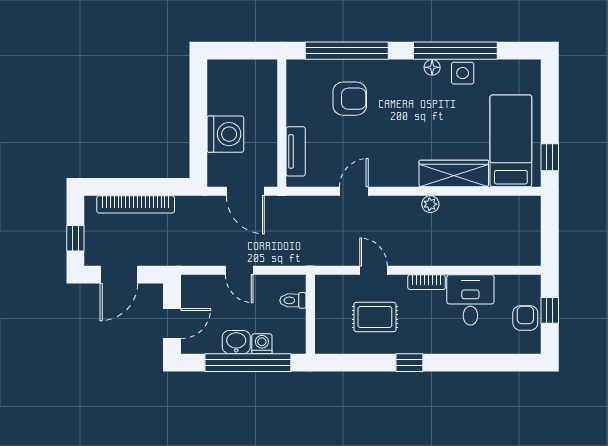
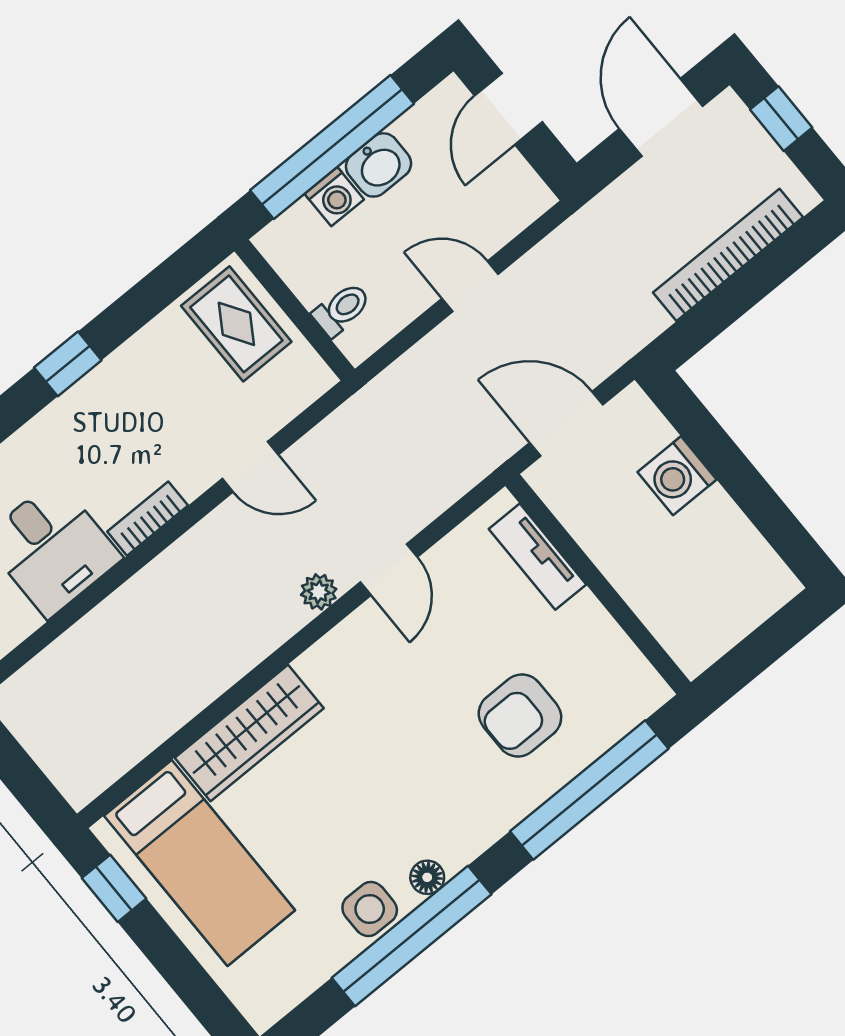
washing machine: (225, 134) -> (677, 476), width x0.73, depth x0.73
plant: (430, 204) -> (319, 592), moved
rug: (375, 317) -> (236, 324), moved, turned 90

